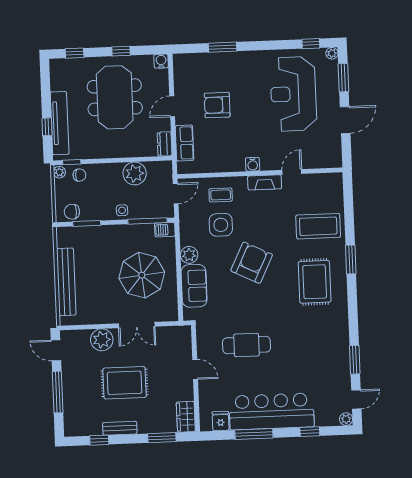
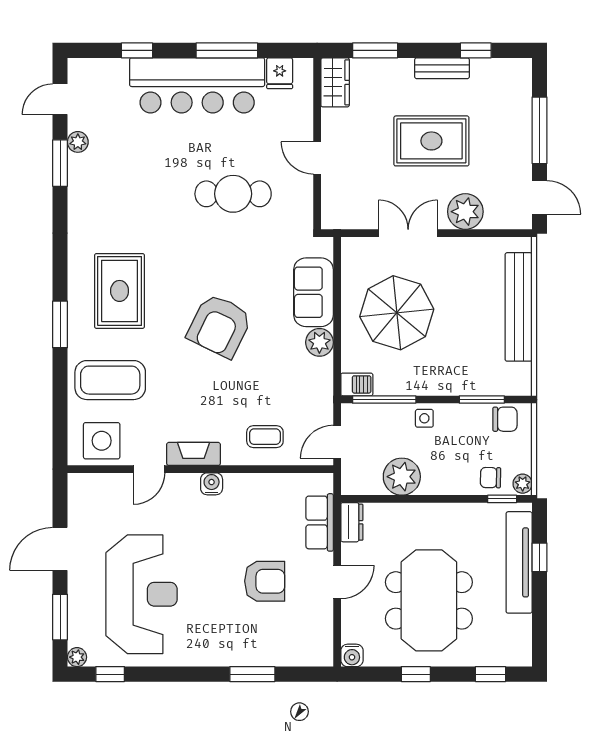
side table: (221, 225) -> (102, 441), moved
plant: (346, 419) -> (78, 142), moved

